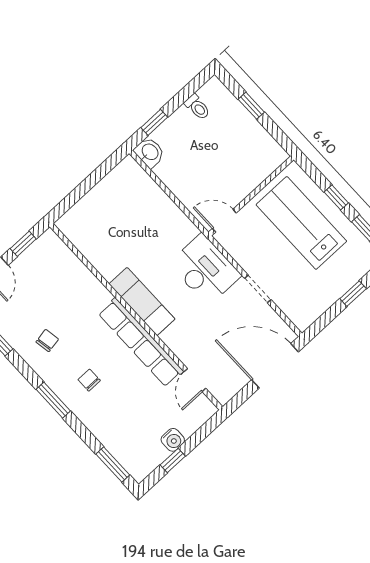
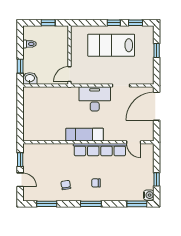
wall: (251, 196) -> (69, 55), moved
door: (224, 221) -> (69, 74), moved
water cooler: (173, 440) -> (149, 195), moved

